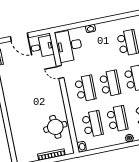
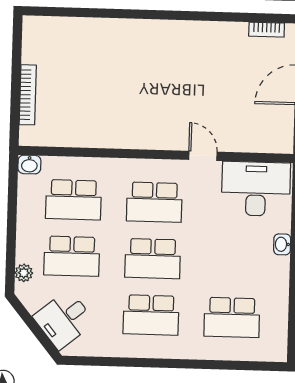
desk: (42, 47) -> (267, 129), removed
door: (60, 72) -> (203, 156), hinge flipped
round table: (55, 127) -> (86, 117), removed

